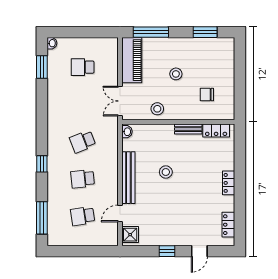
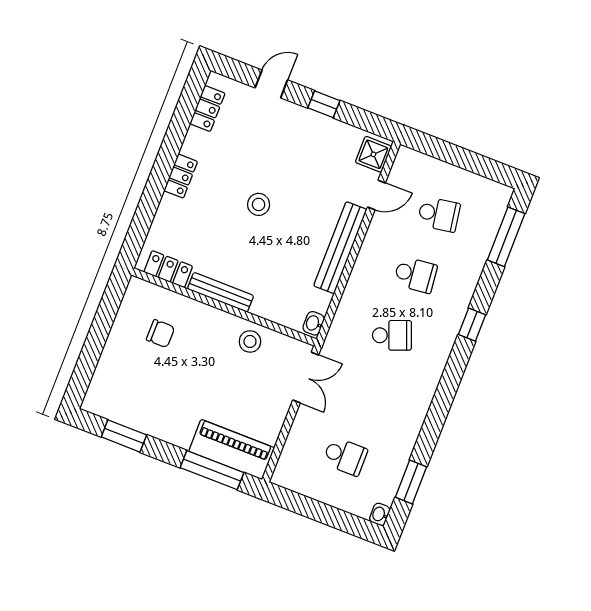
piano: (132, 60) -> (232, 449), moved, turned 90
stool: (176, 74) -> (198, 386), removed
bench: (188, 129) -> (221, 292), width x1.36
stool: (166, 172) -> (259, 204), moved

